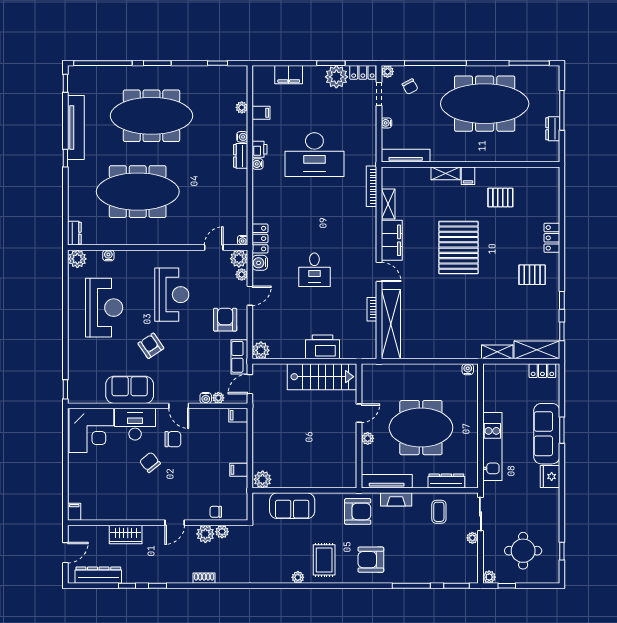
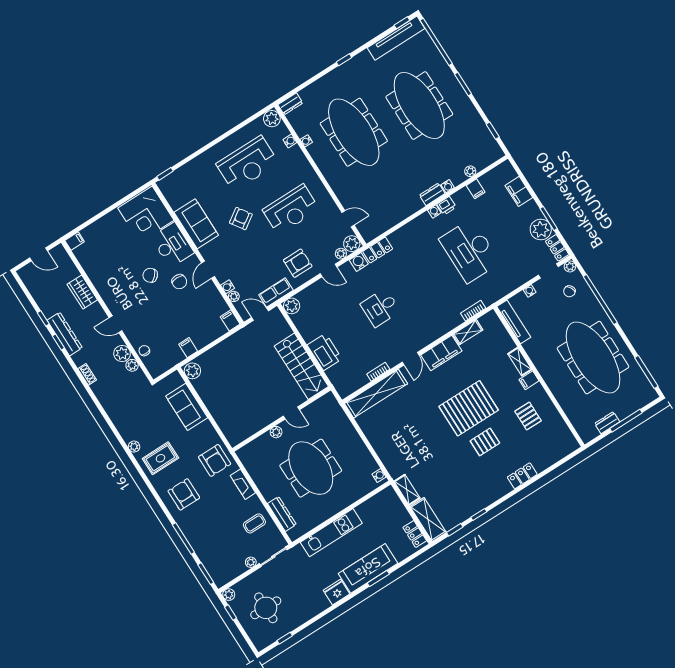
tv unit: (76, 128) -> (396, 38), moved
bookcase: (371, 186) -> (473, 311), width x0.64
water cooler: (243, 240) -> (306, 141), moved
pallet: (532, 275) -> (485, 442), moved, turned 90
chair: (150, 462) -> (150, 275), turned -97
tv unit: (387, 481) -> (252, 468), removed
dresser: (98, 575) -> (65, 334), moved

